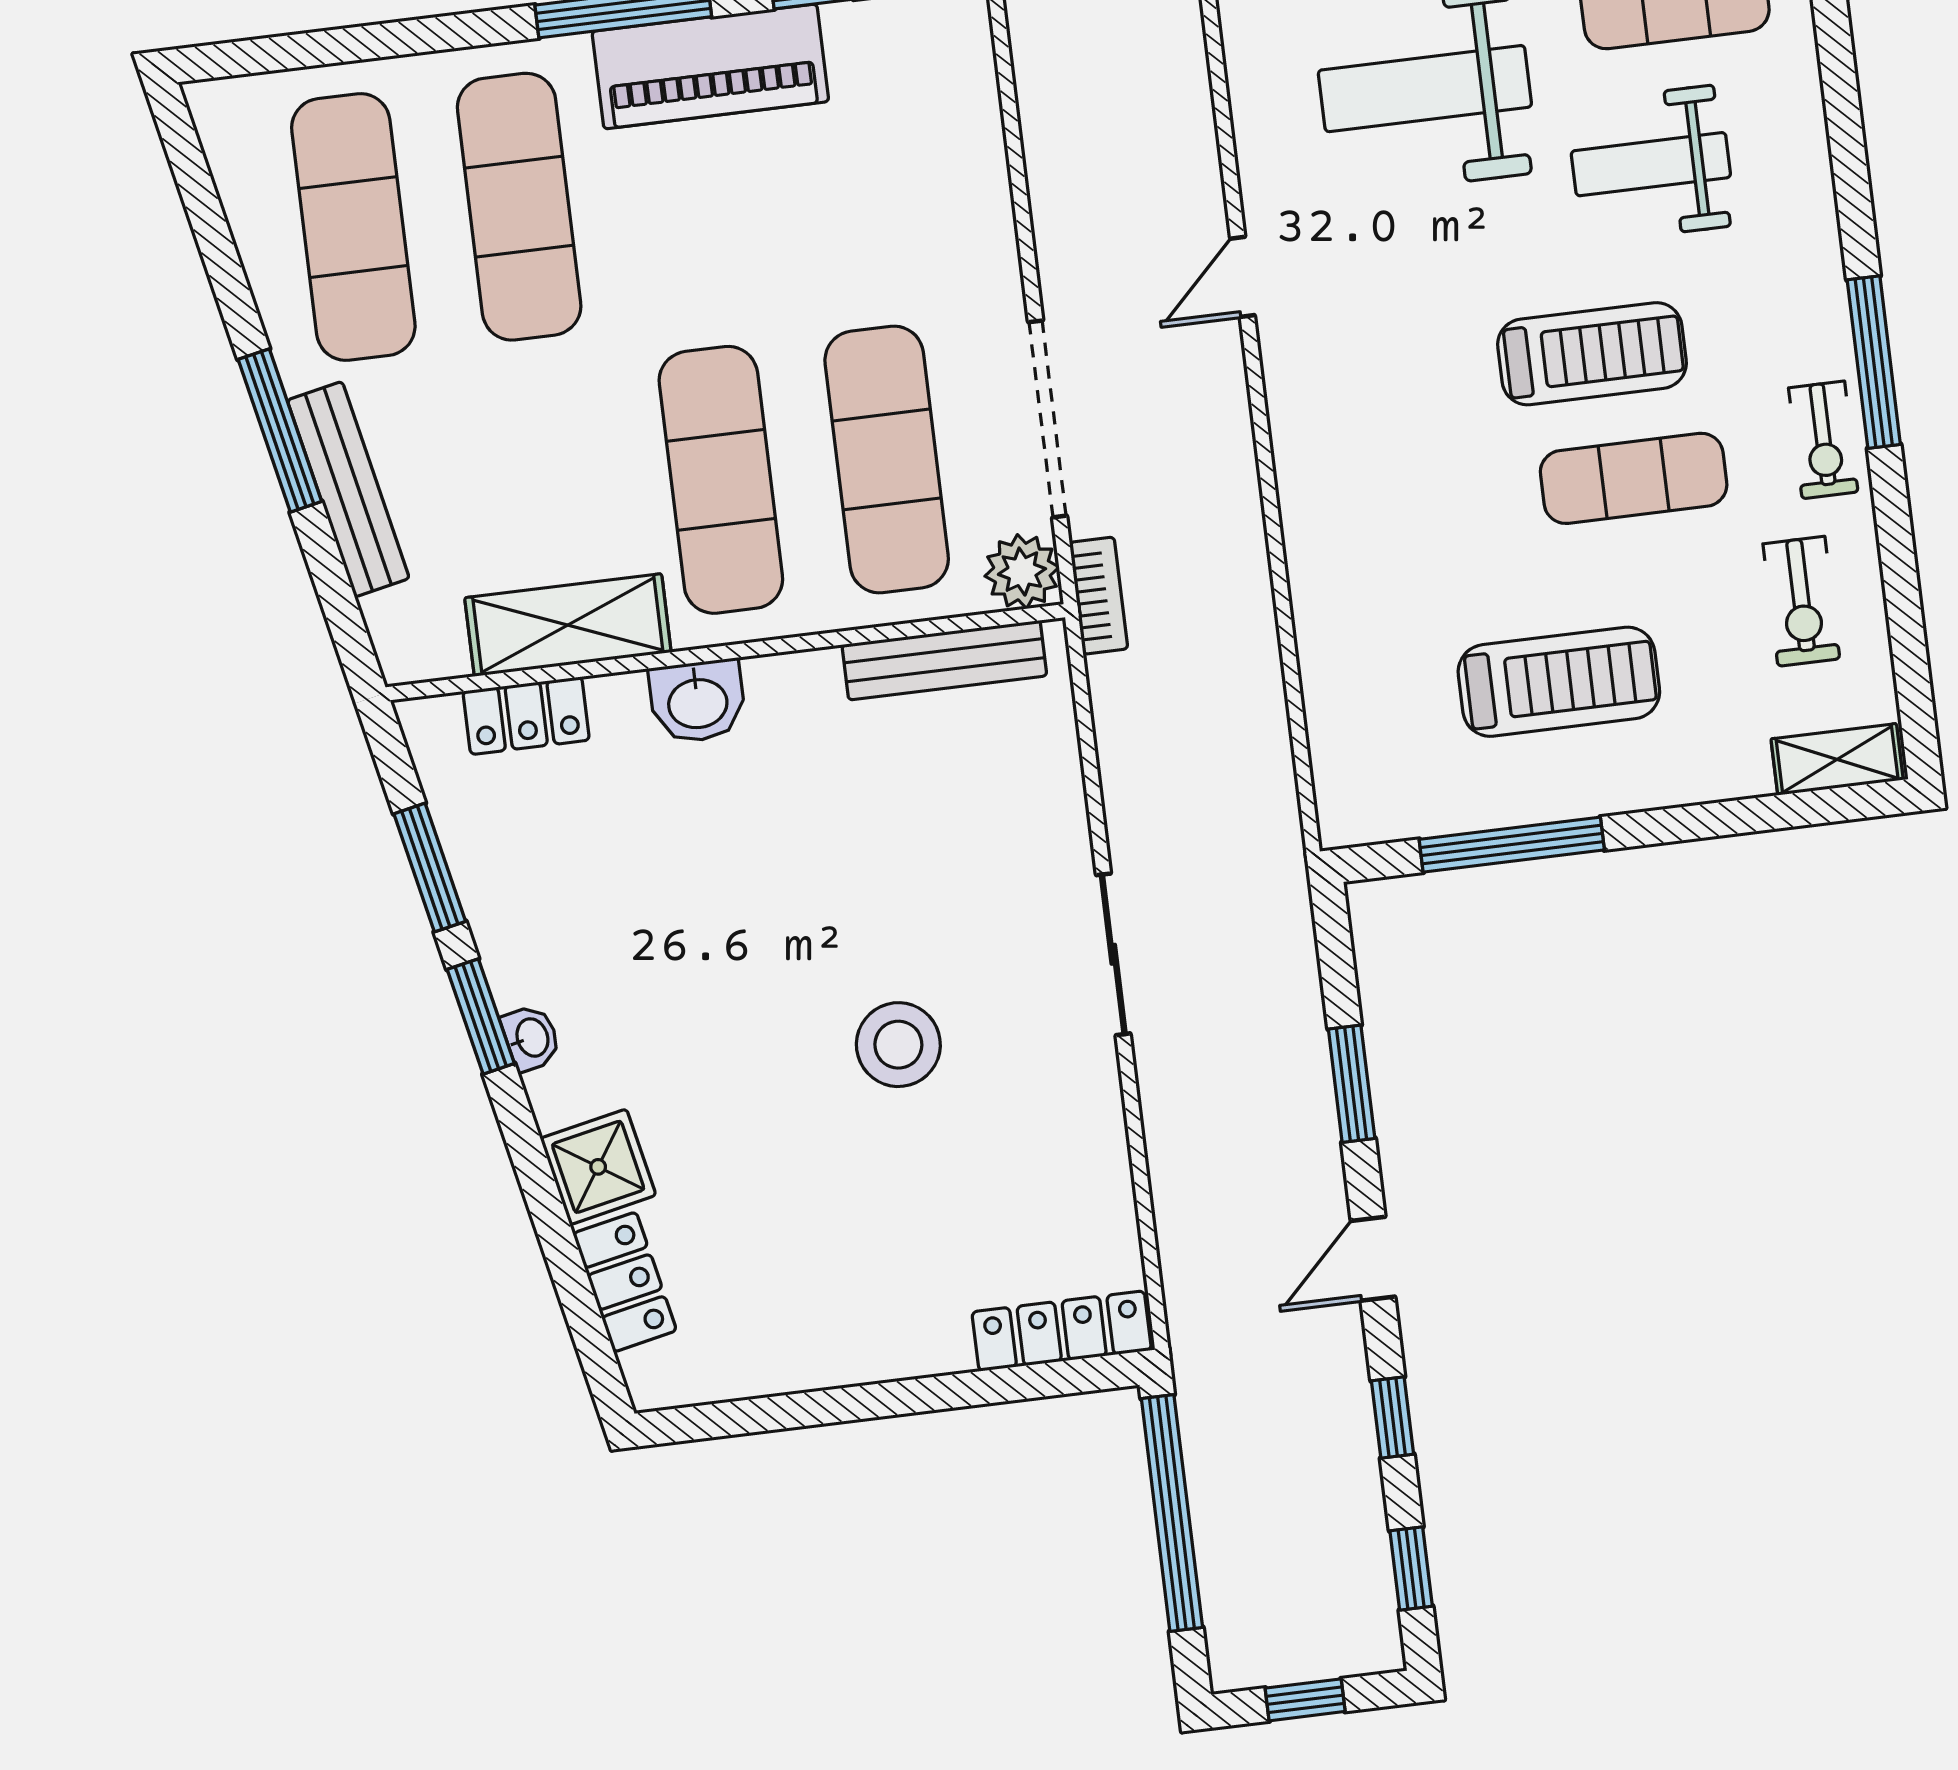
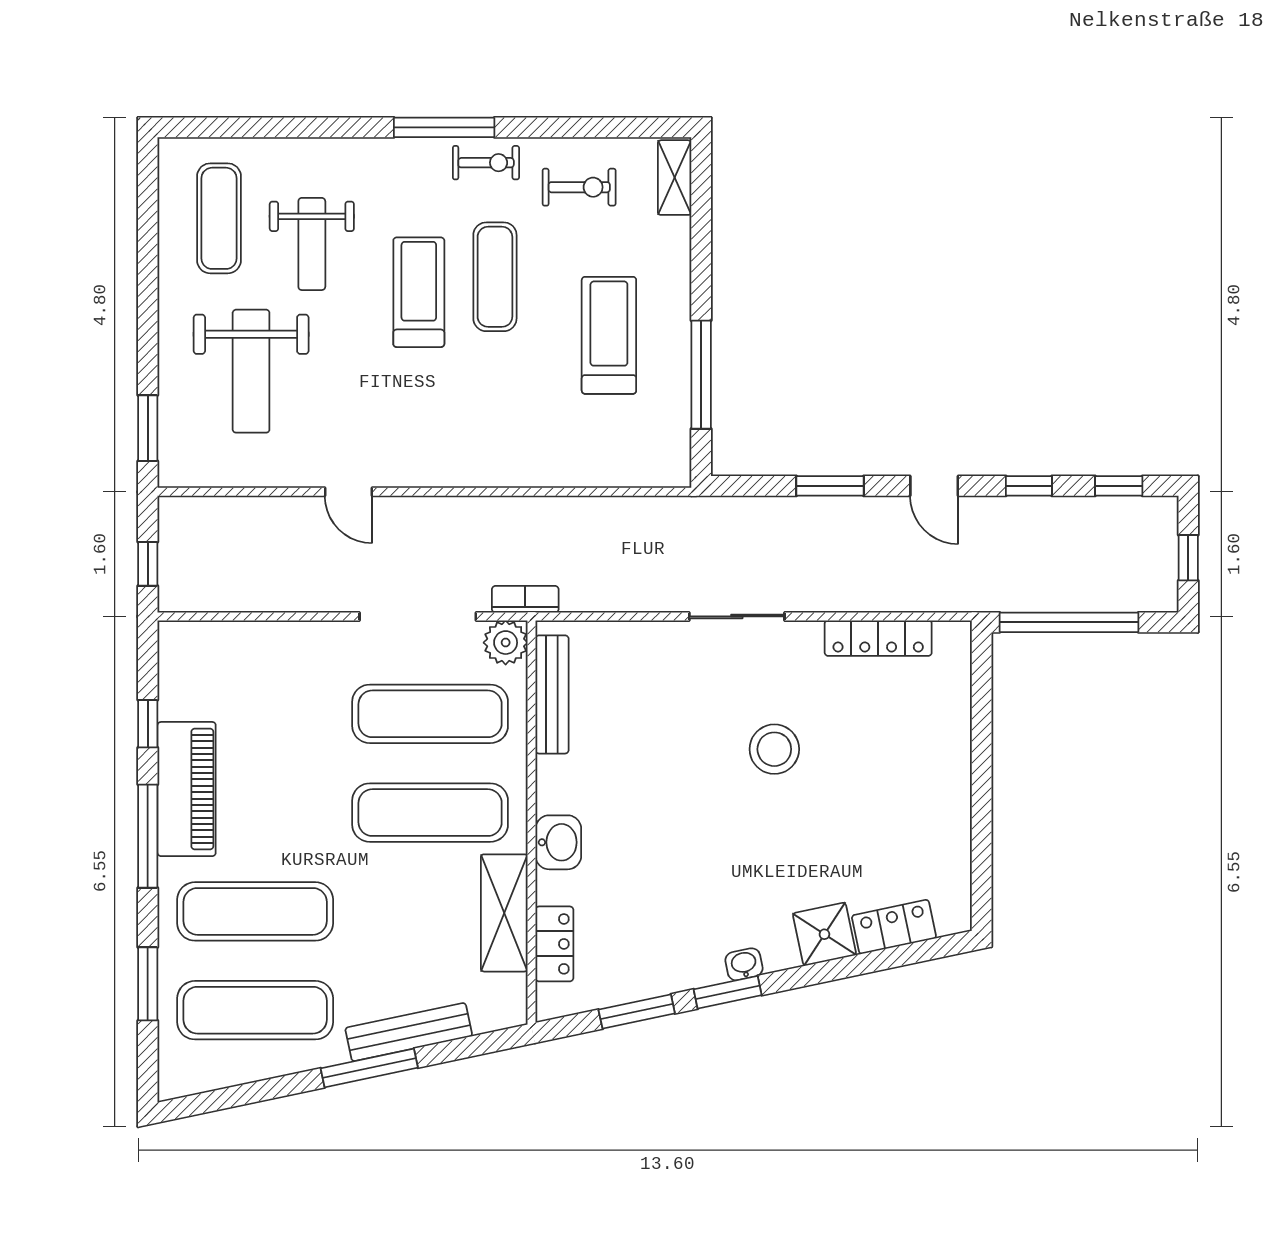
window: (375, 41) -> (148, 984), added
locker: (1062, 1331) -> (878, 638), moved, turned -90

